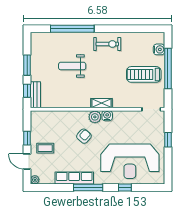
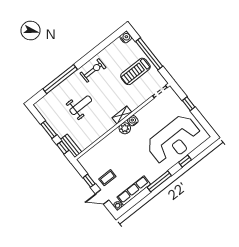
water cooler: (159, 49) -> (126, 37), moved
weight bench: (72, 66) -> (81, 105), turned 180
armchair: (84, 136) -> (128, 148), removed
row of seats: (74, 178) -> (134, 191), moved

